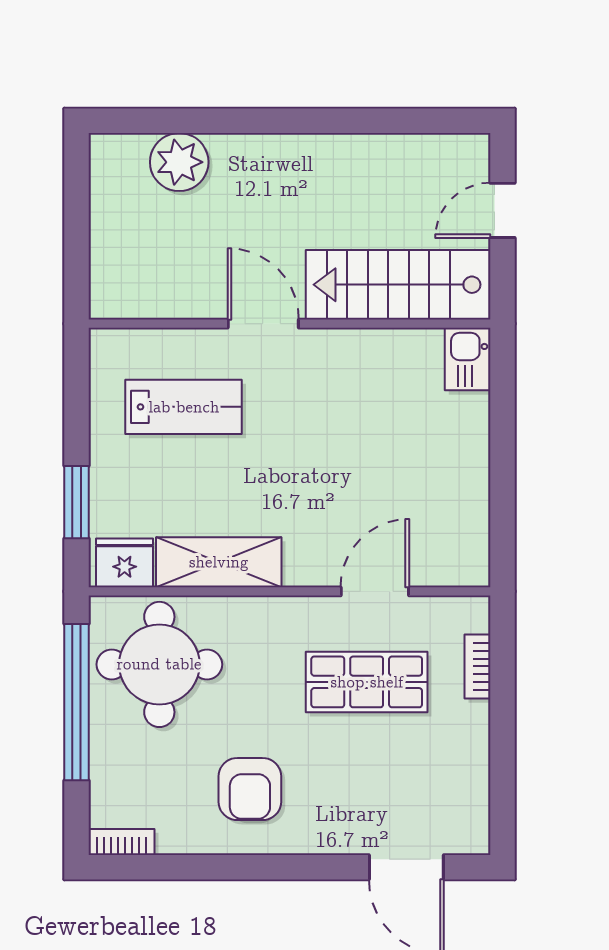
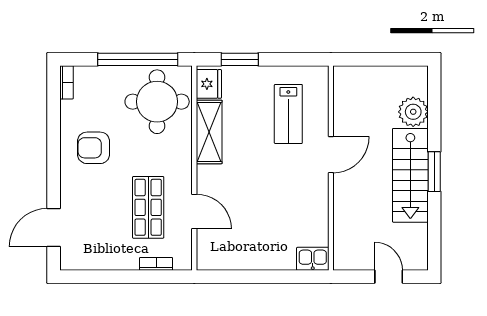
window: (297, 121) -> (434, 172), added
stairs: (398, 285) -> (410, 175), moved, turned 180

